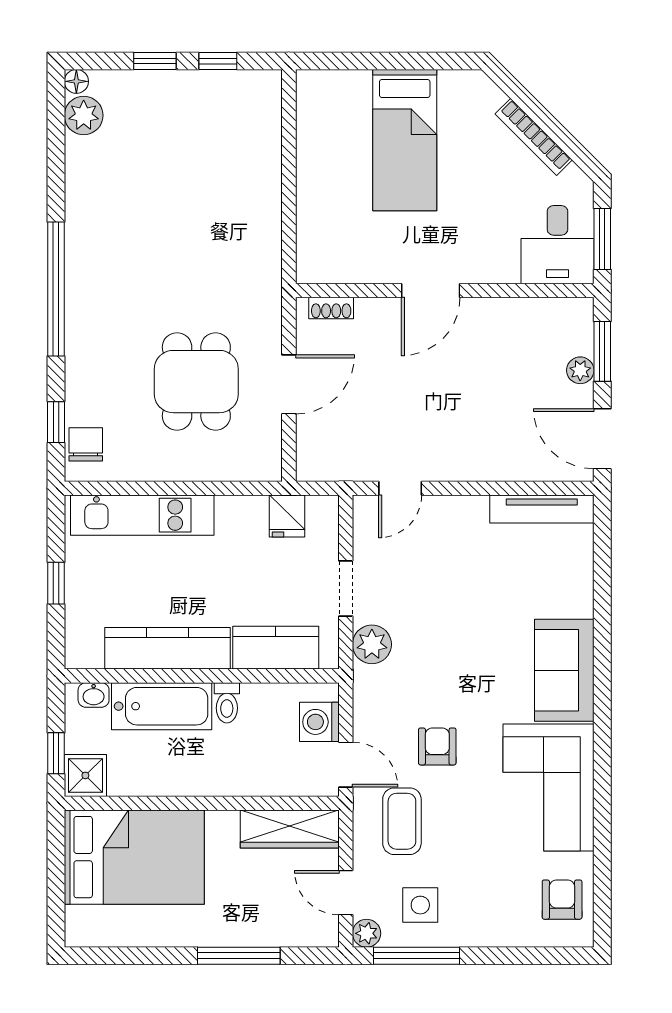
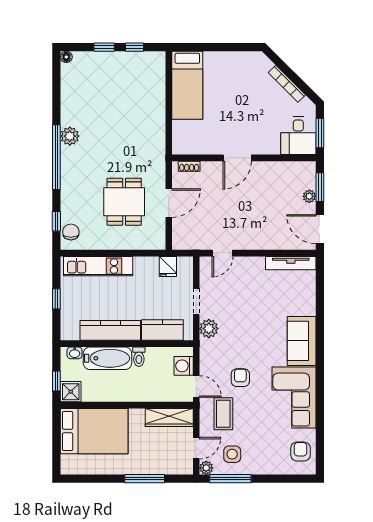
plant: (84, 115) -> (70, 136), moved
bed: (405, 140) -> (187, 85), moved
door: (346, 893) -> (196, 448), swing flipped

